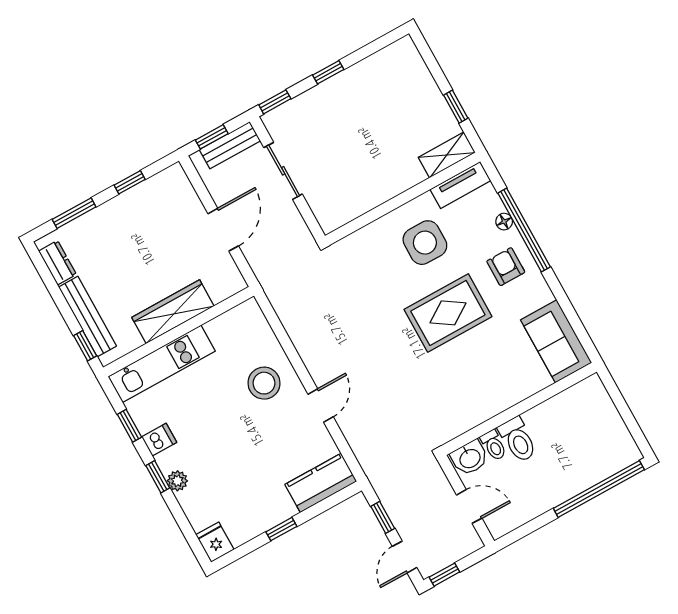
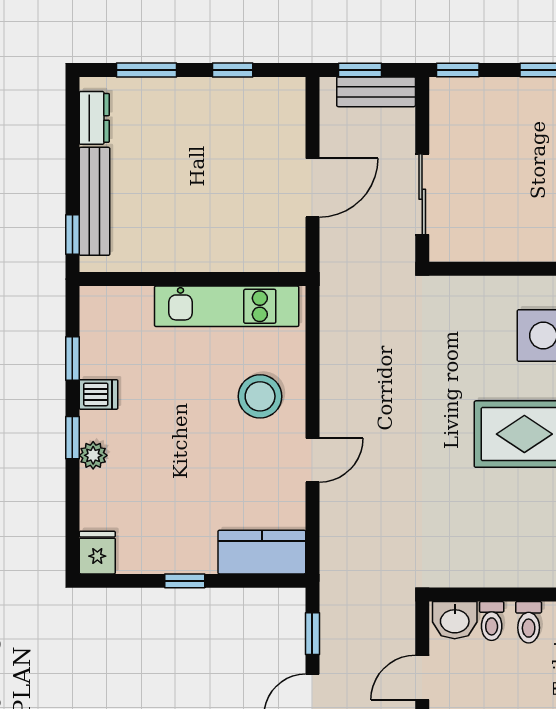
sliding door: (283, 171) -> (422, 194), moved
wardrobe: (173, 312) -> (199, 252), removed
kitchen unit: (162, 364) -> (227, 306), moved
toilet: (518, 440) -> (529, 622), width x0.73, depth x0.72
door: (469, 507) -> (422, 678), swing flipped

